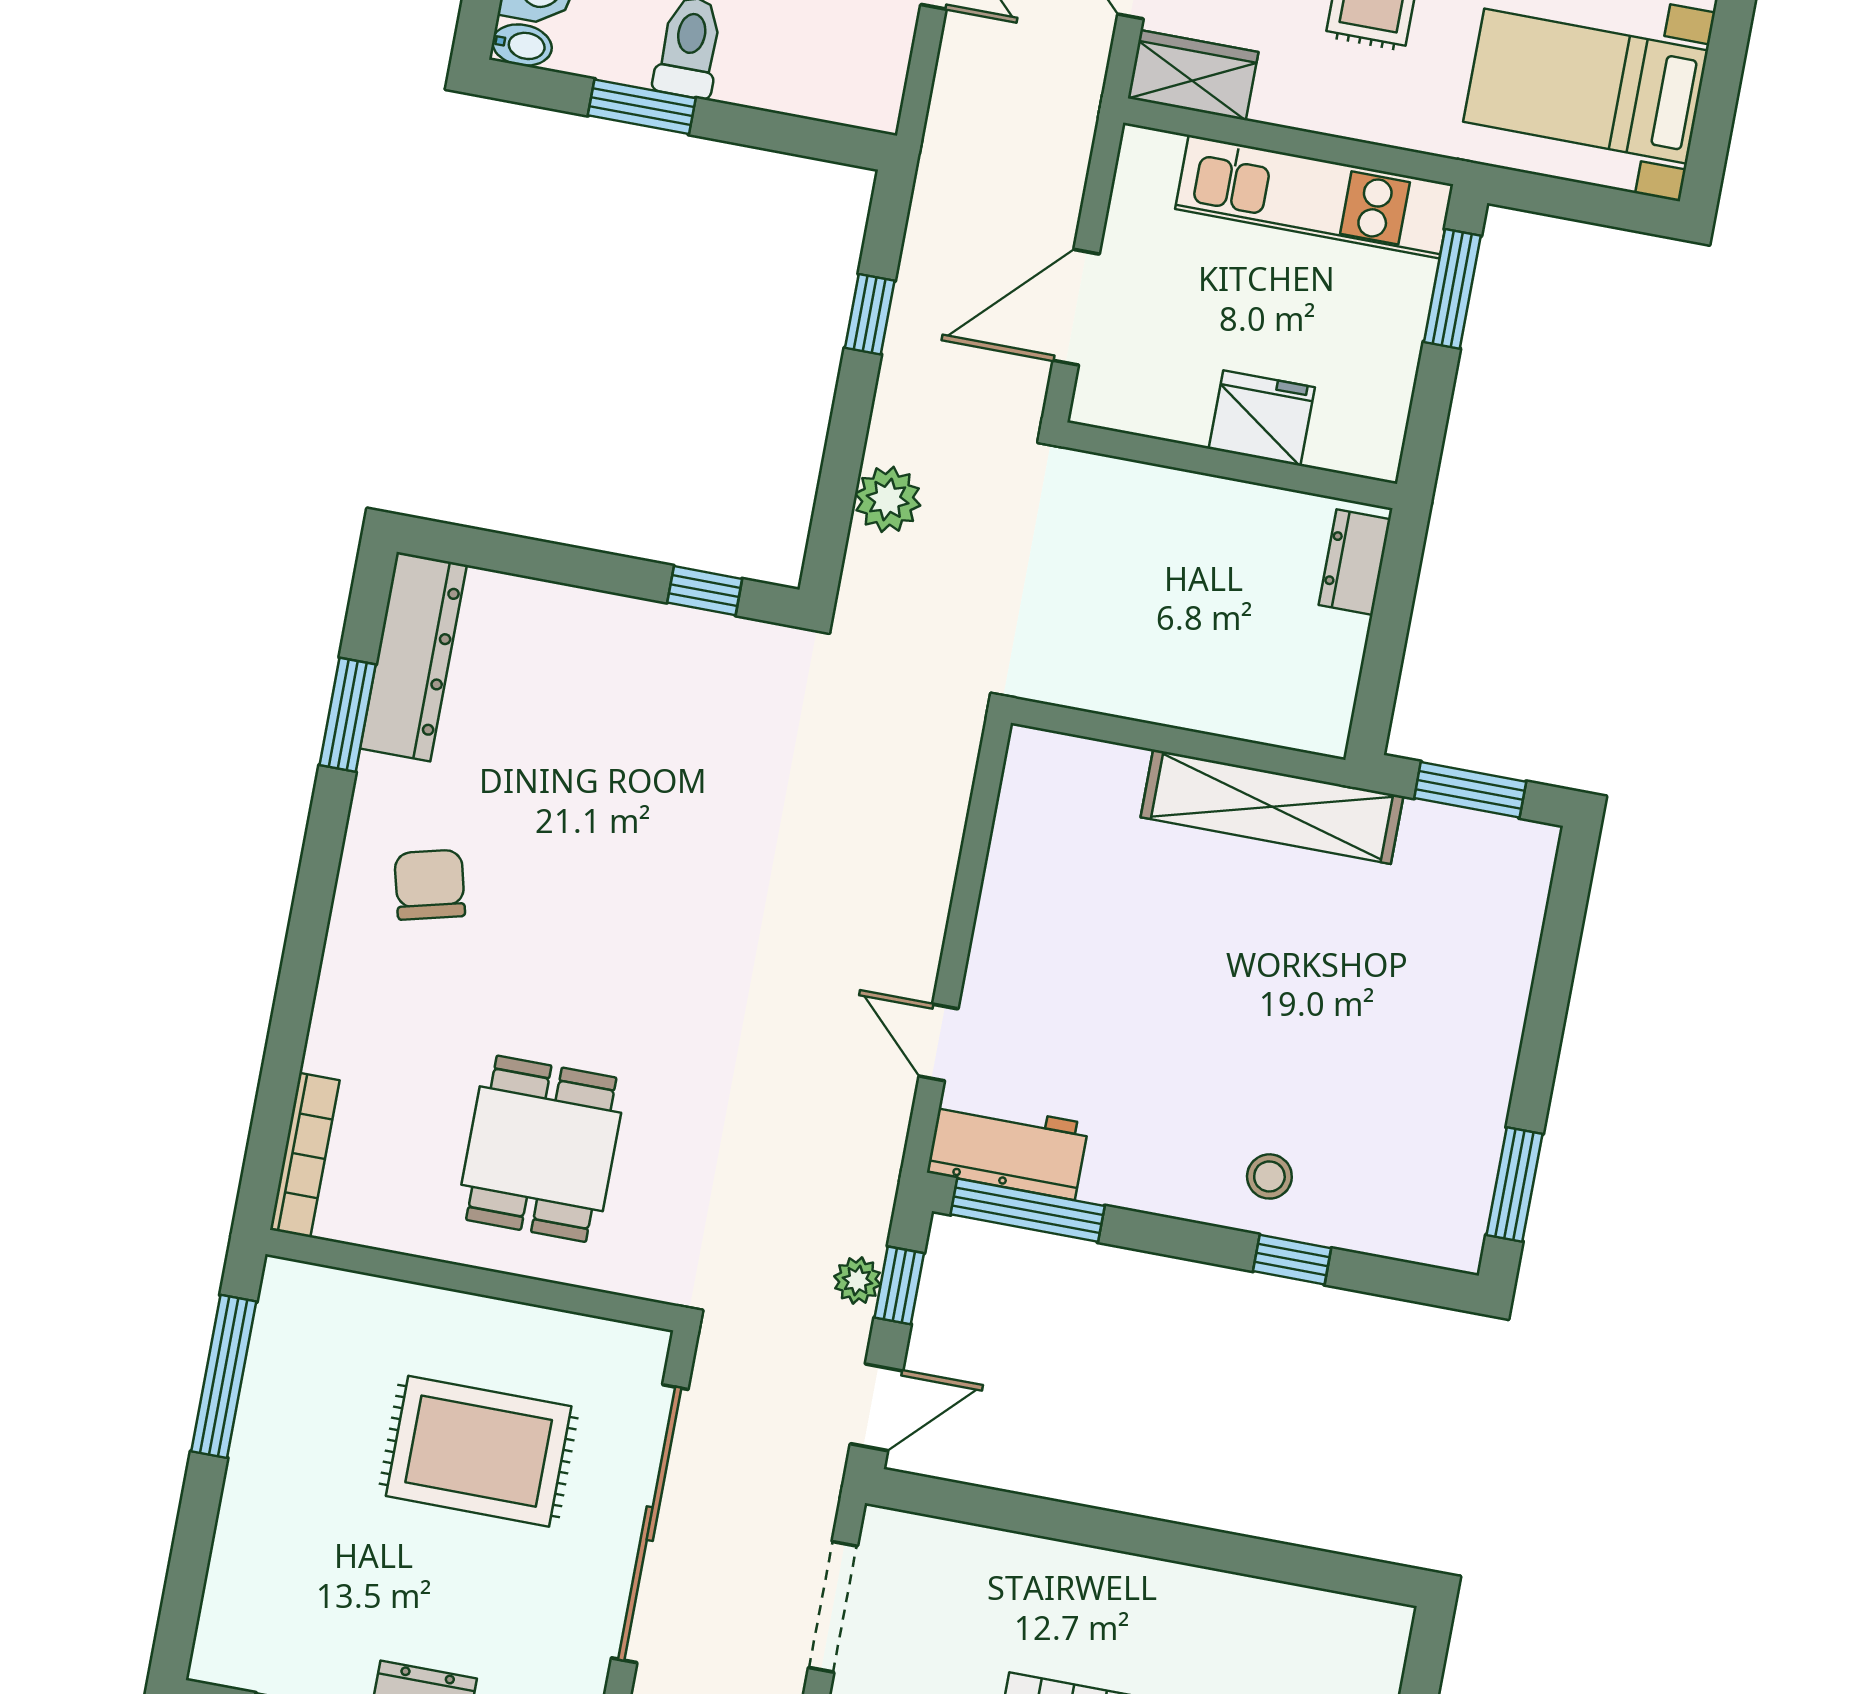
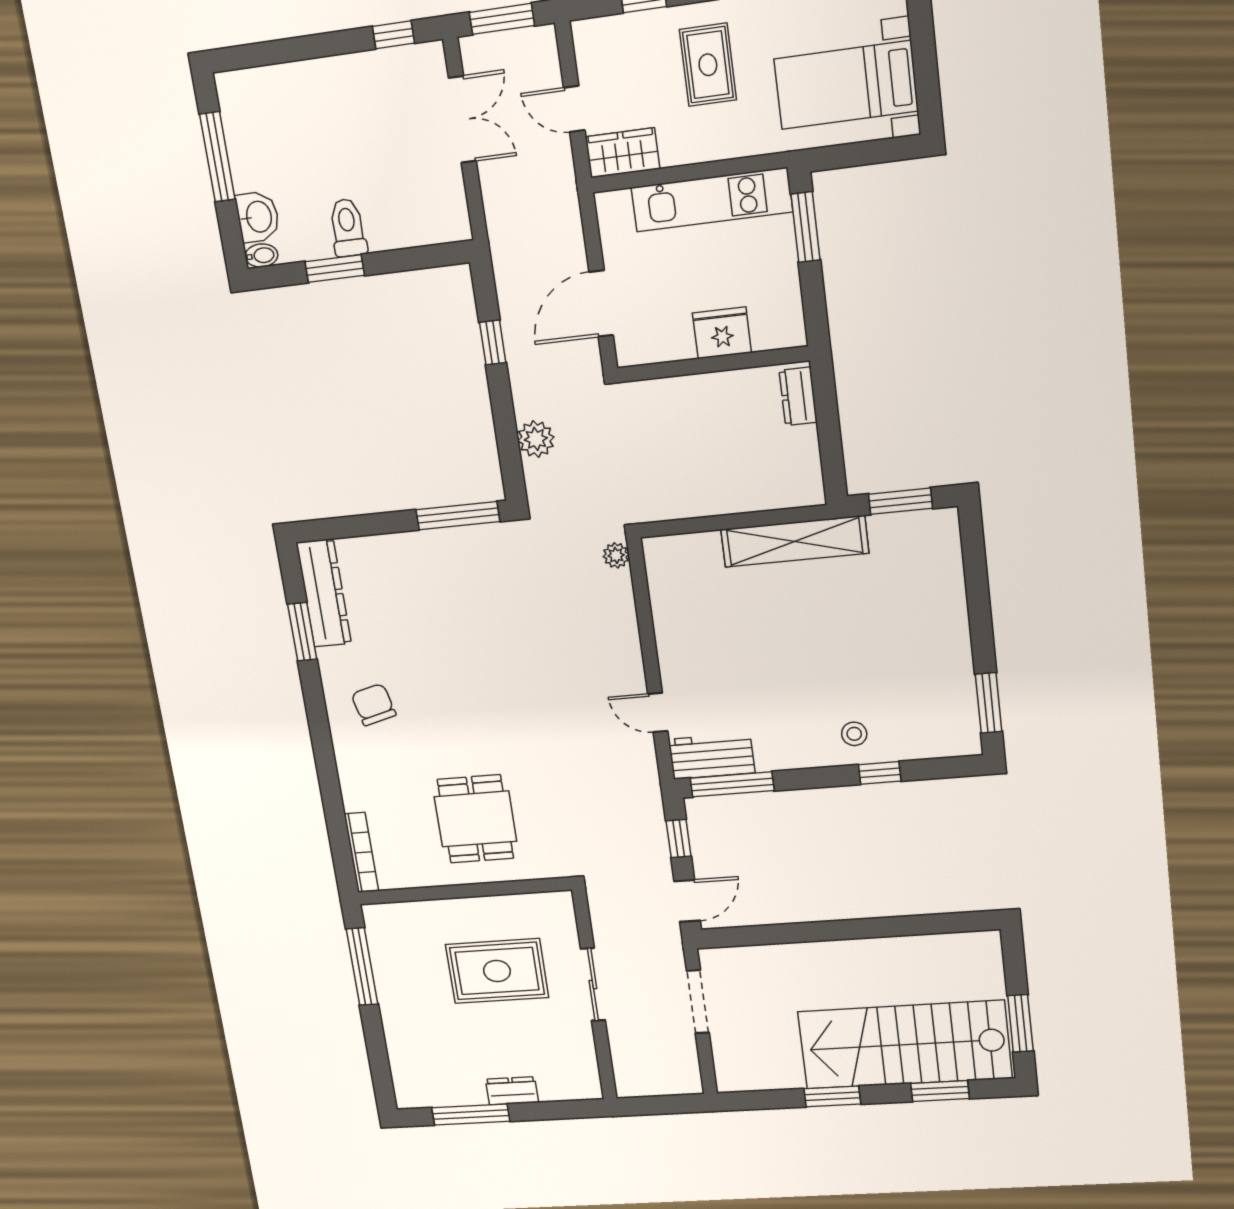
window: (705, 591) -> (458, 516), width x2.17
plant: (857, 1280) -> (616, 555), moved
sliding door: (650, 1524) -> (593, 984), width x0.54

